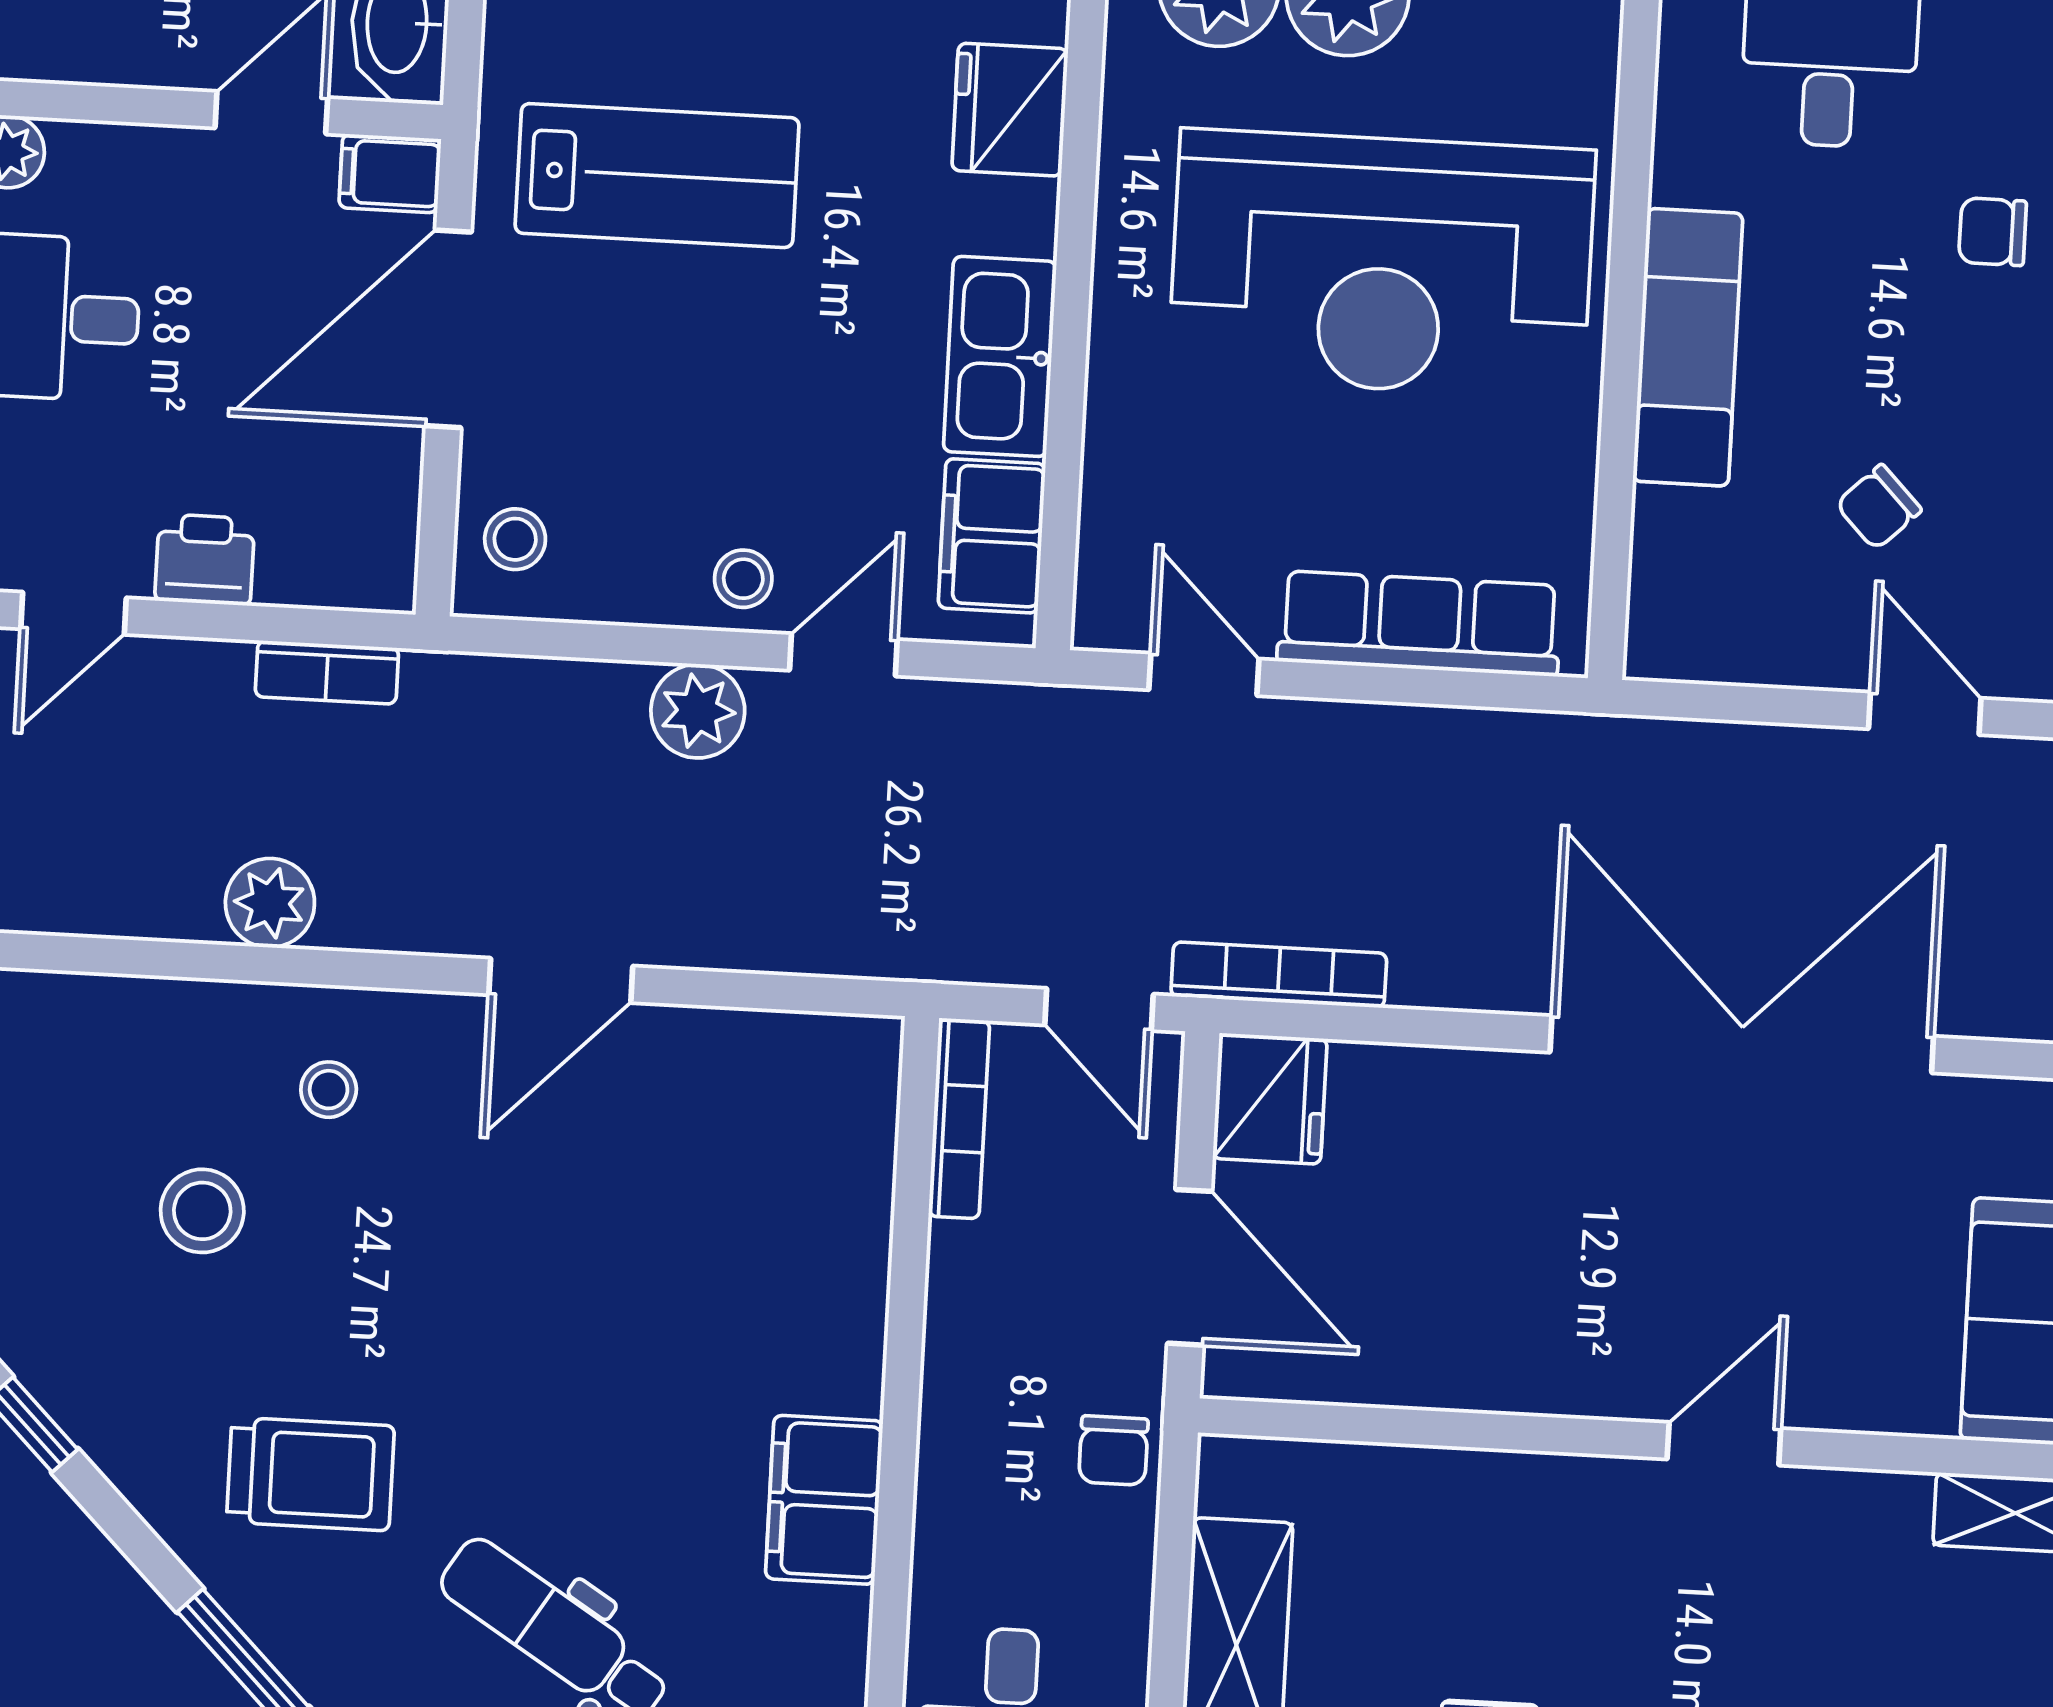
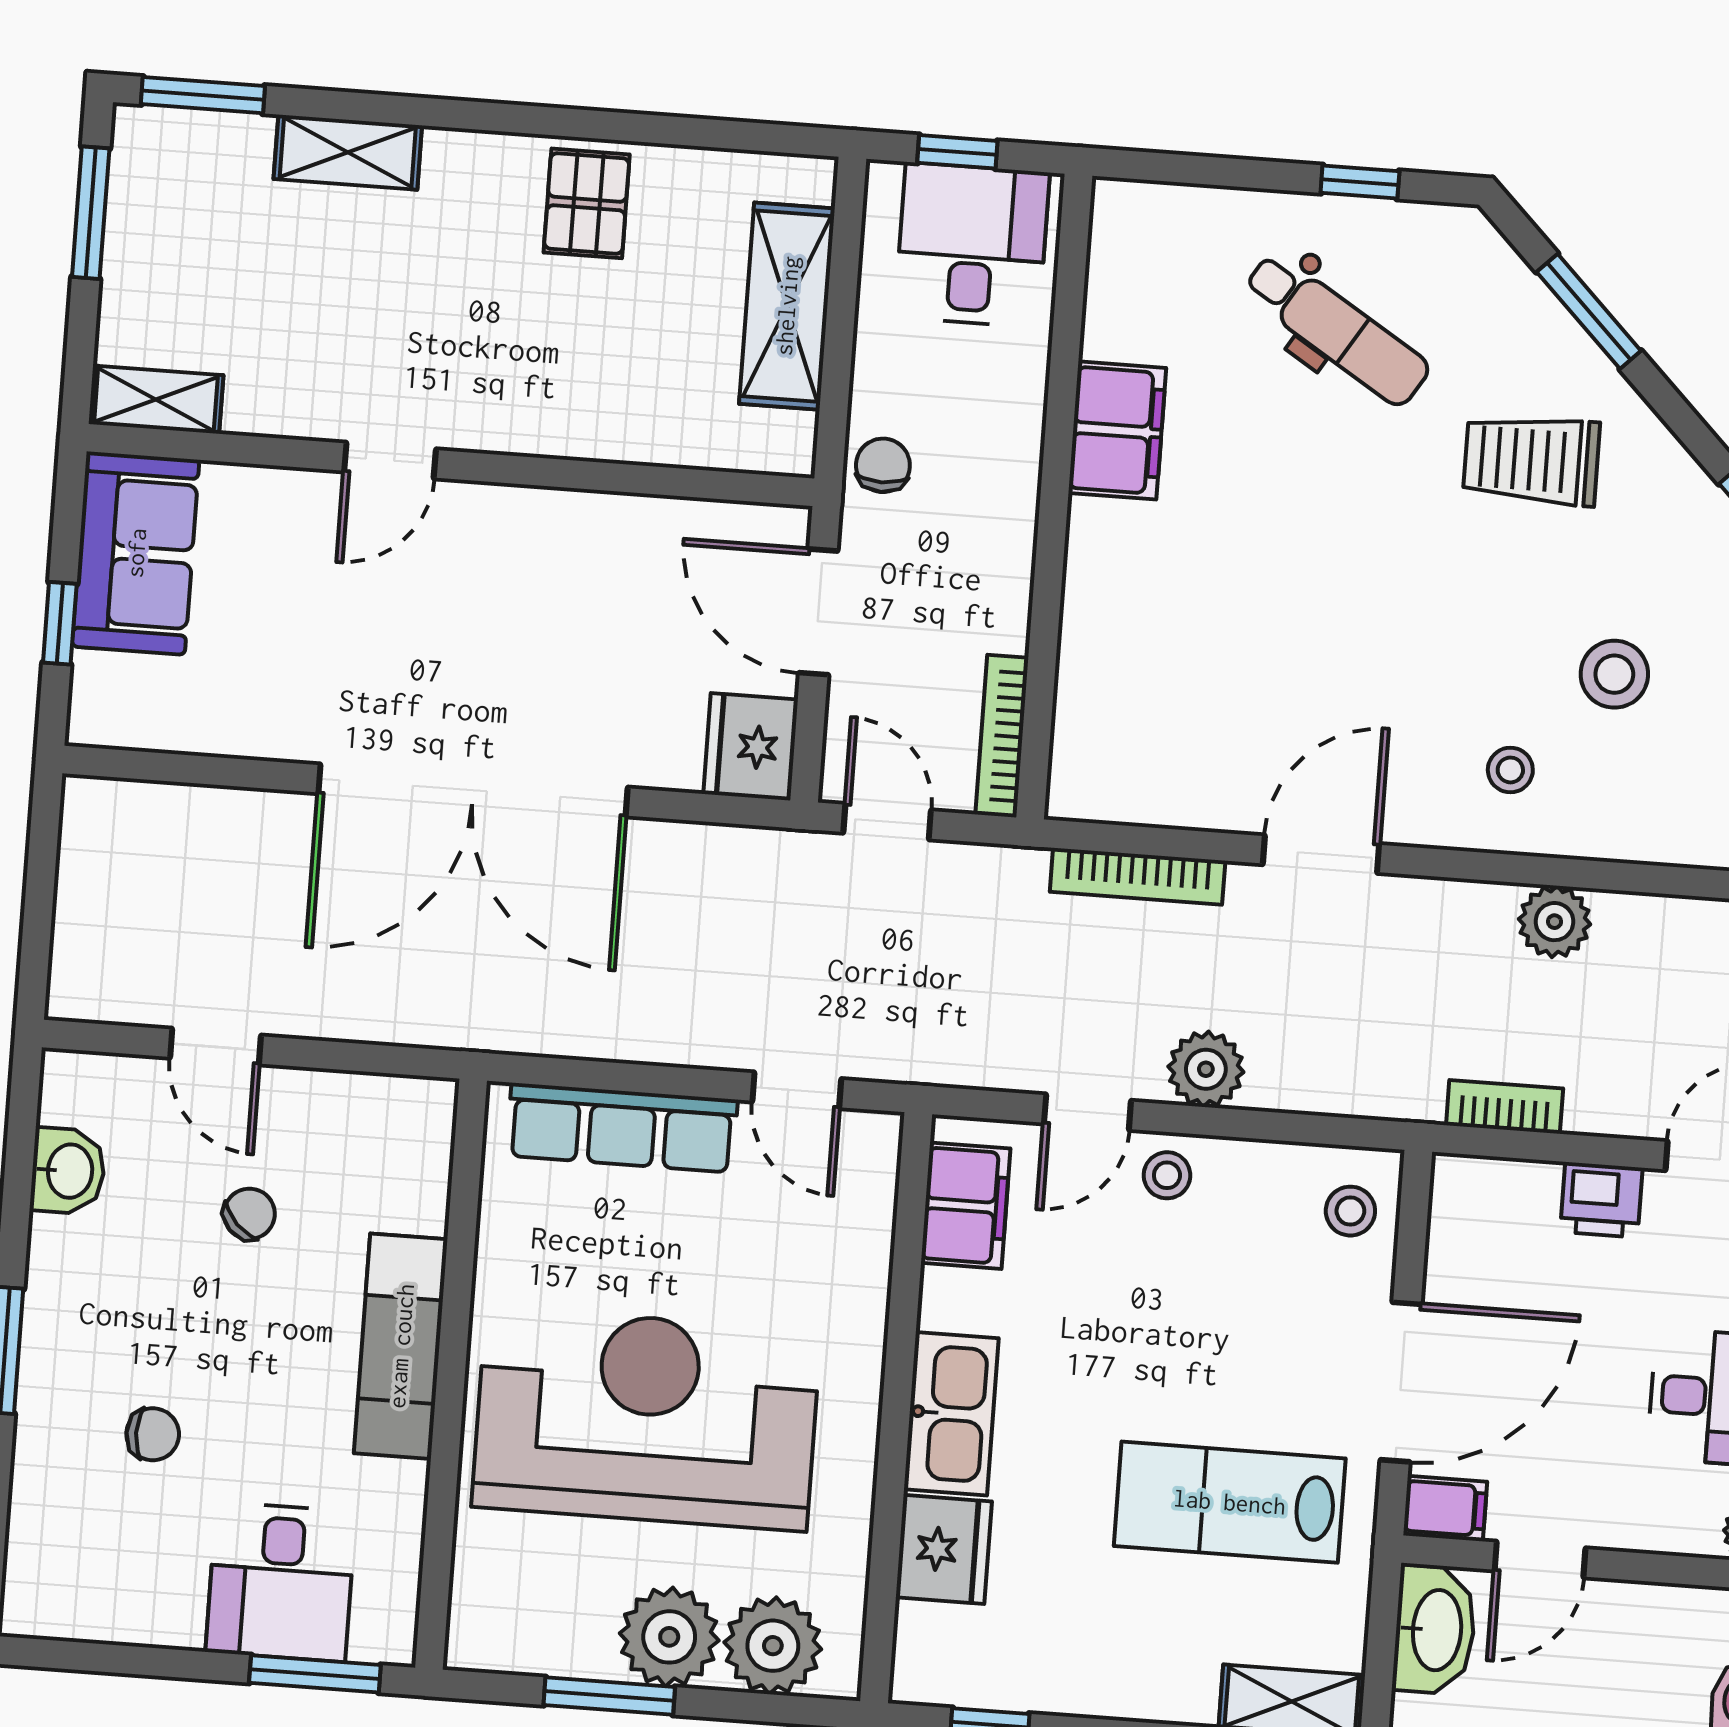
kitchen sink: (1000, 356) -> (951, 1414), moved
bookcase: (1279, 975) -> (1138, 876), moved
double door: (1742, 1044) -> (473, 790), moved

